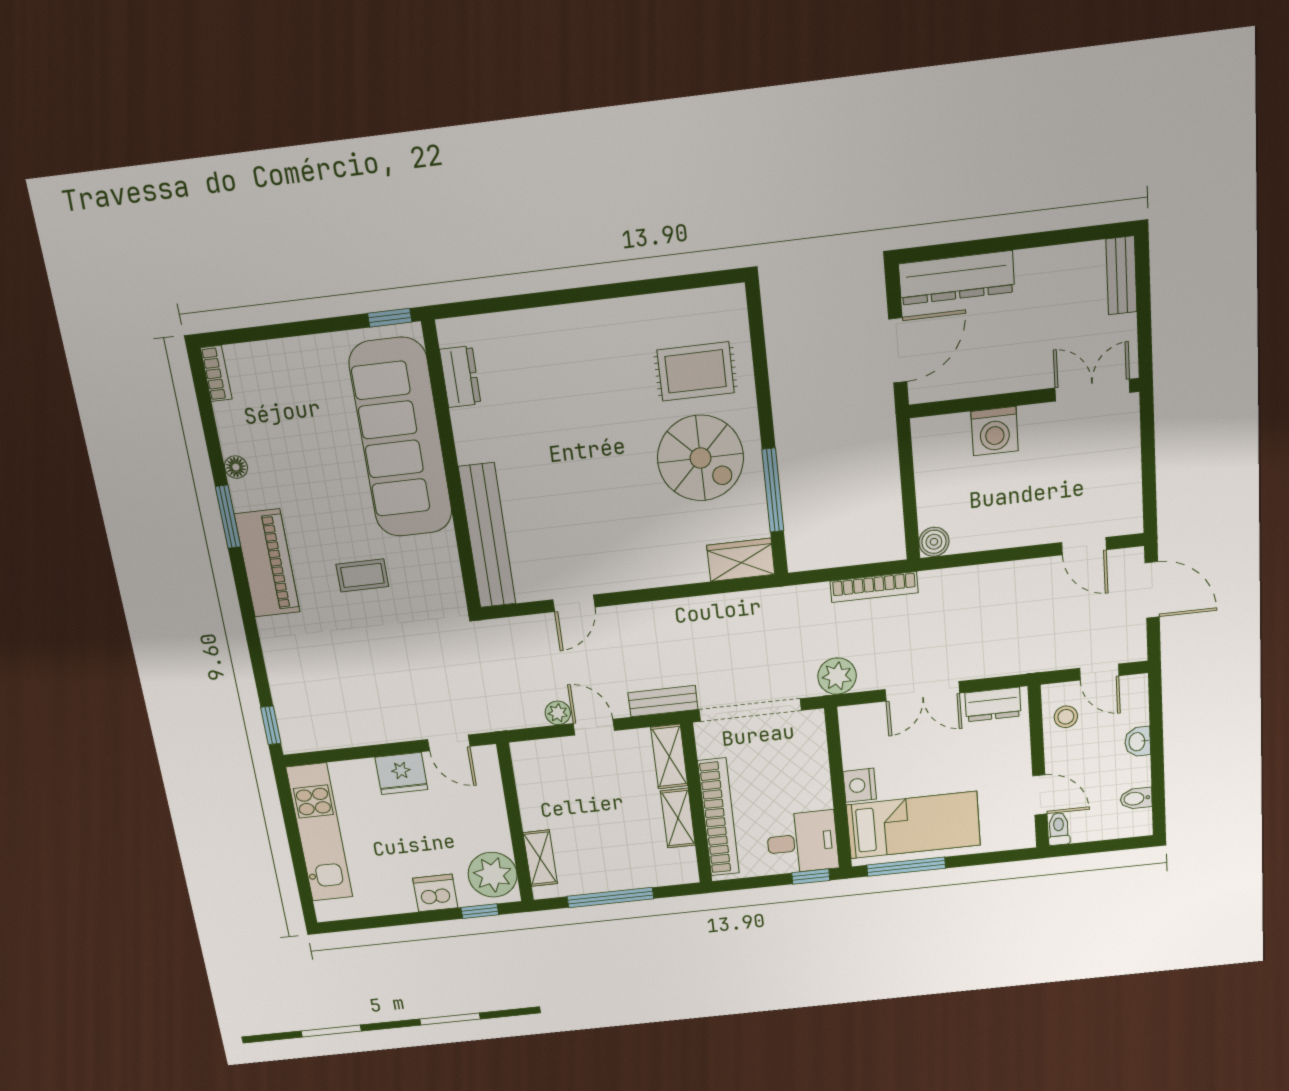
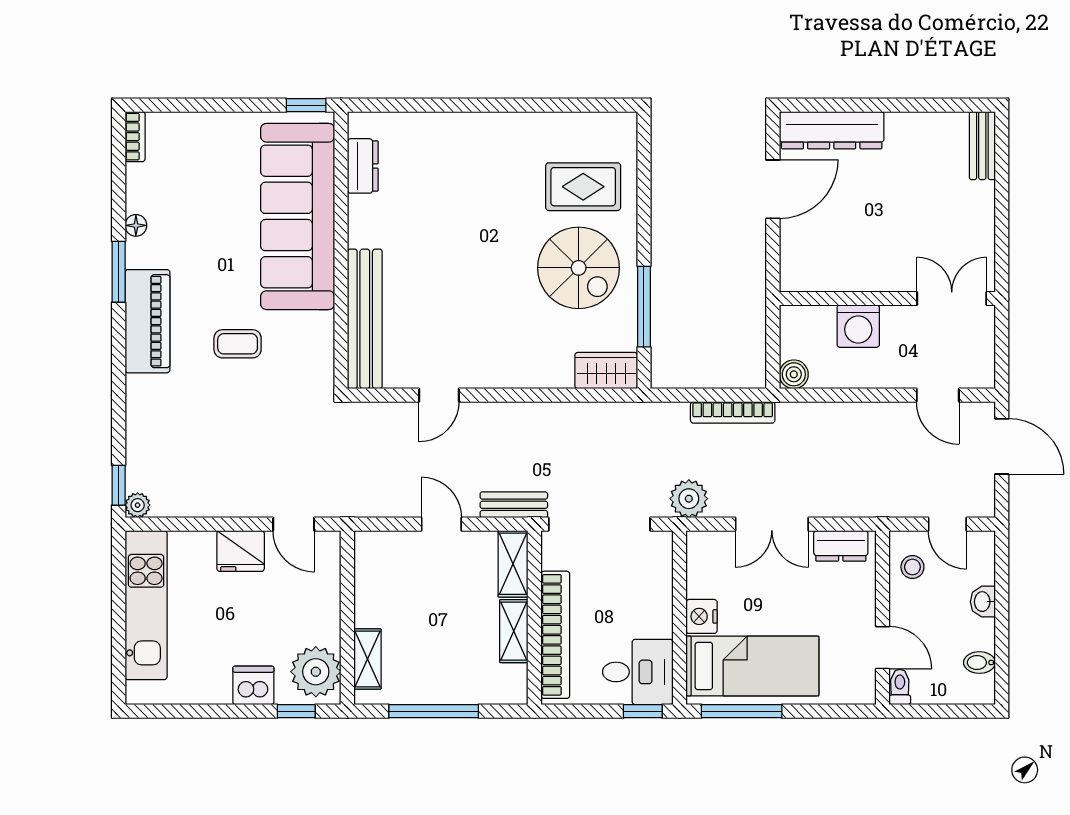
double door: (1092, 390) -> (952, 298), moved
wall: (1024, 398) -> (887, 298), moved
washing machine: (995, 431) -> (858, 326), moved
plant: (558, 713) -> (138, 505), moved

